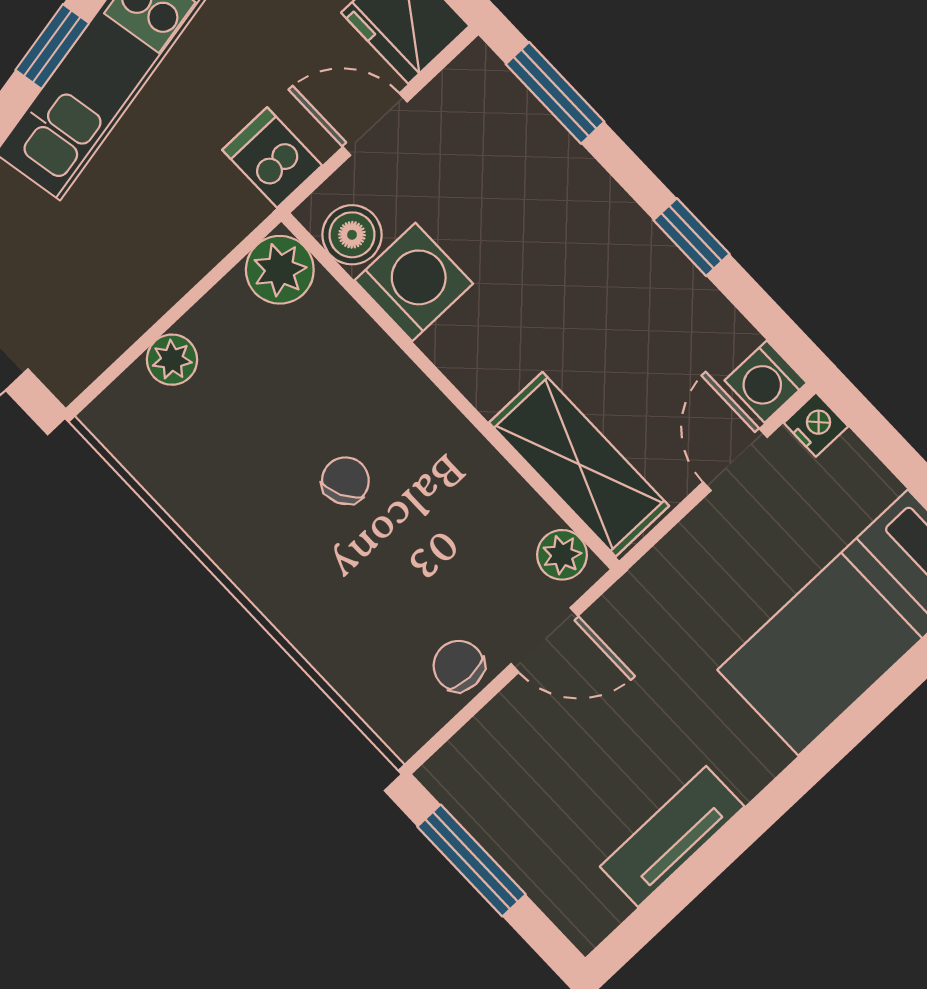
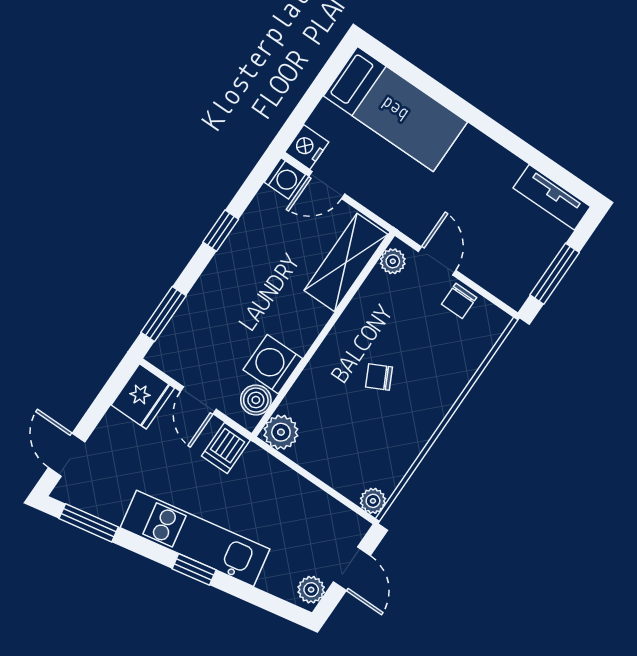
plant: (172, 360) -> (373, 501), moved
nightstand: (816, 425) -> (307, 147), width x1.39, depth x1.35
tv unit: (672, 836) -> (552, 197), moved

